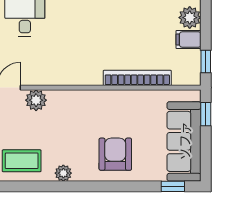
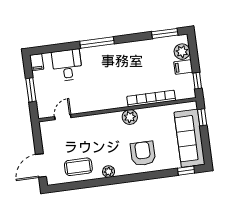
plant: (36, 100) -> (130, 117), moved

